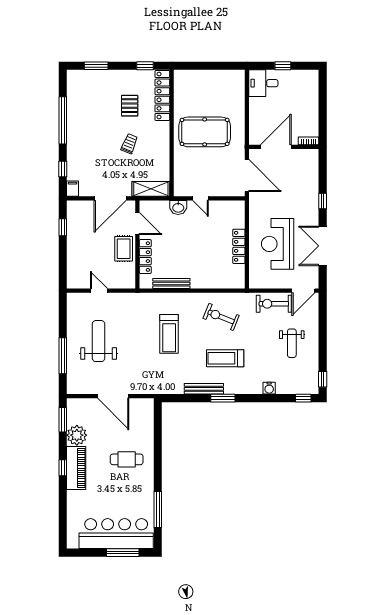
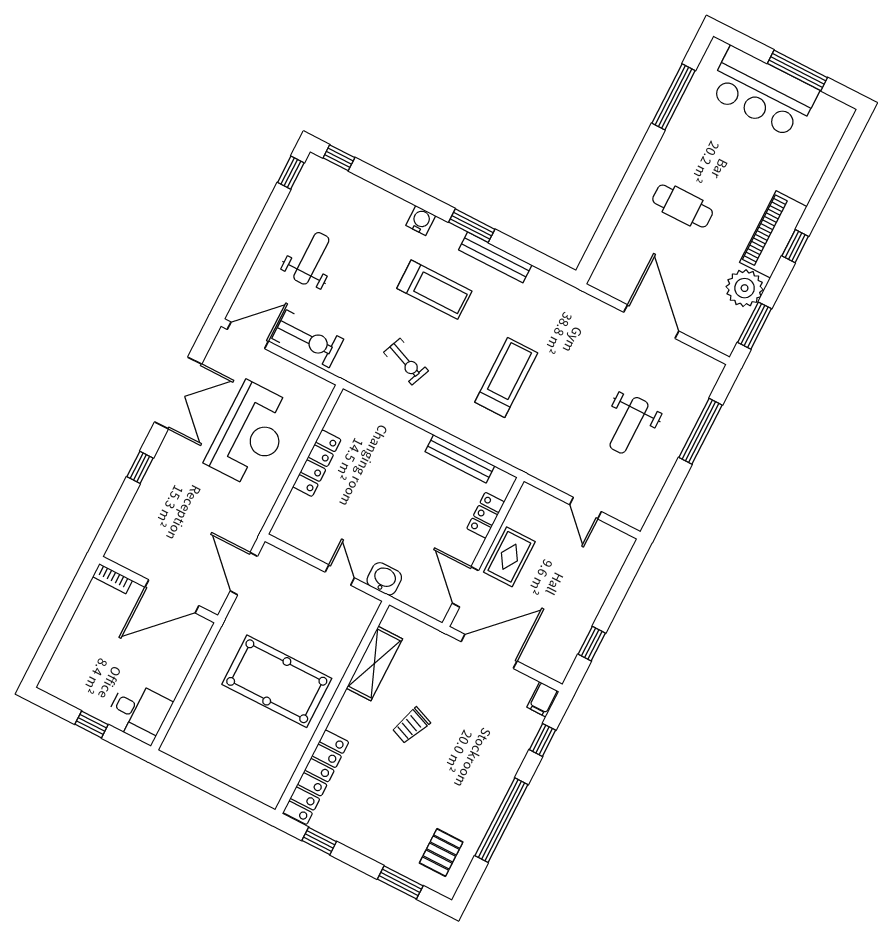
pallet: (130, 106) -> (441, 853), moved
door: (247, 175) -> (244, 574), width x0.73
shelving: (151, 189) -> (374, 663), moved, turned 90
locker: (145, 257) -> (486, 515), width x0.66
exercise bike: (221, 317) -> (406, 362), width x0.73, depth x0.72
weight bench: (99, 341) -> (629, 425), width x0.73, depth x0.75
water cooler: (269, 388) -> (421, 221), moved
bar counter: (116, 534) -> (763, 92), width x0.73
window: (123, 553) -> (797, 70), moved

